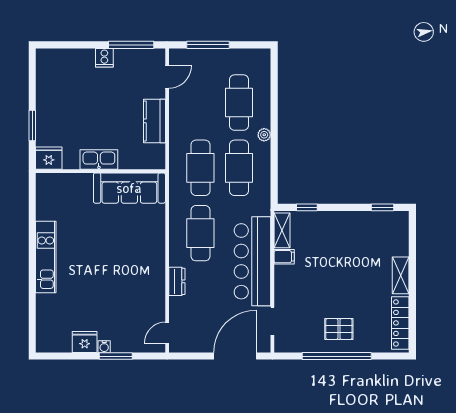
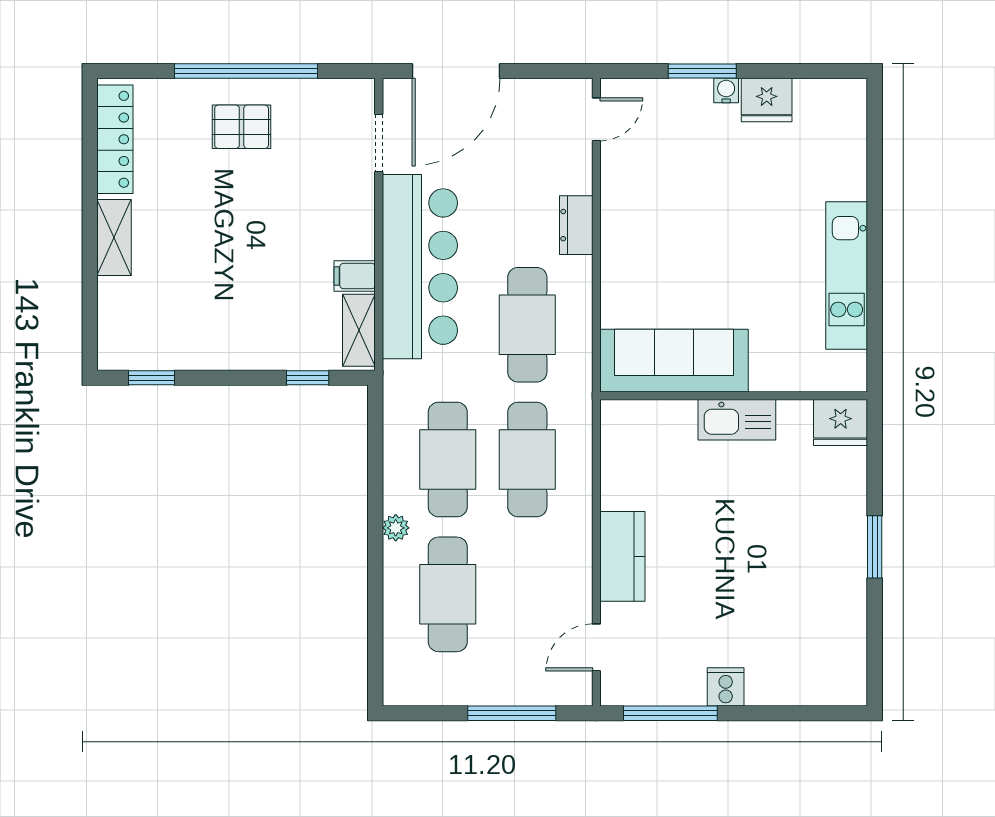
fridge: (49, 158) -> (841, 422), moved
kitchen sink: (99, 159) -> (737, 420), moved
wall: (100, 171) -> (734, 396), moved
sofa: (129, 188) -> (674, 361), moved

